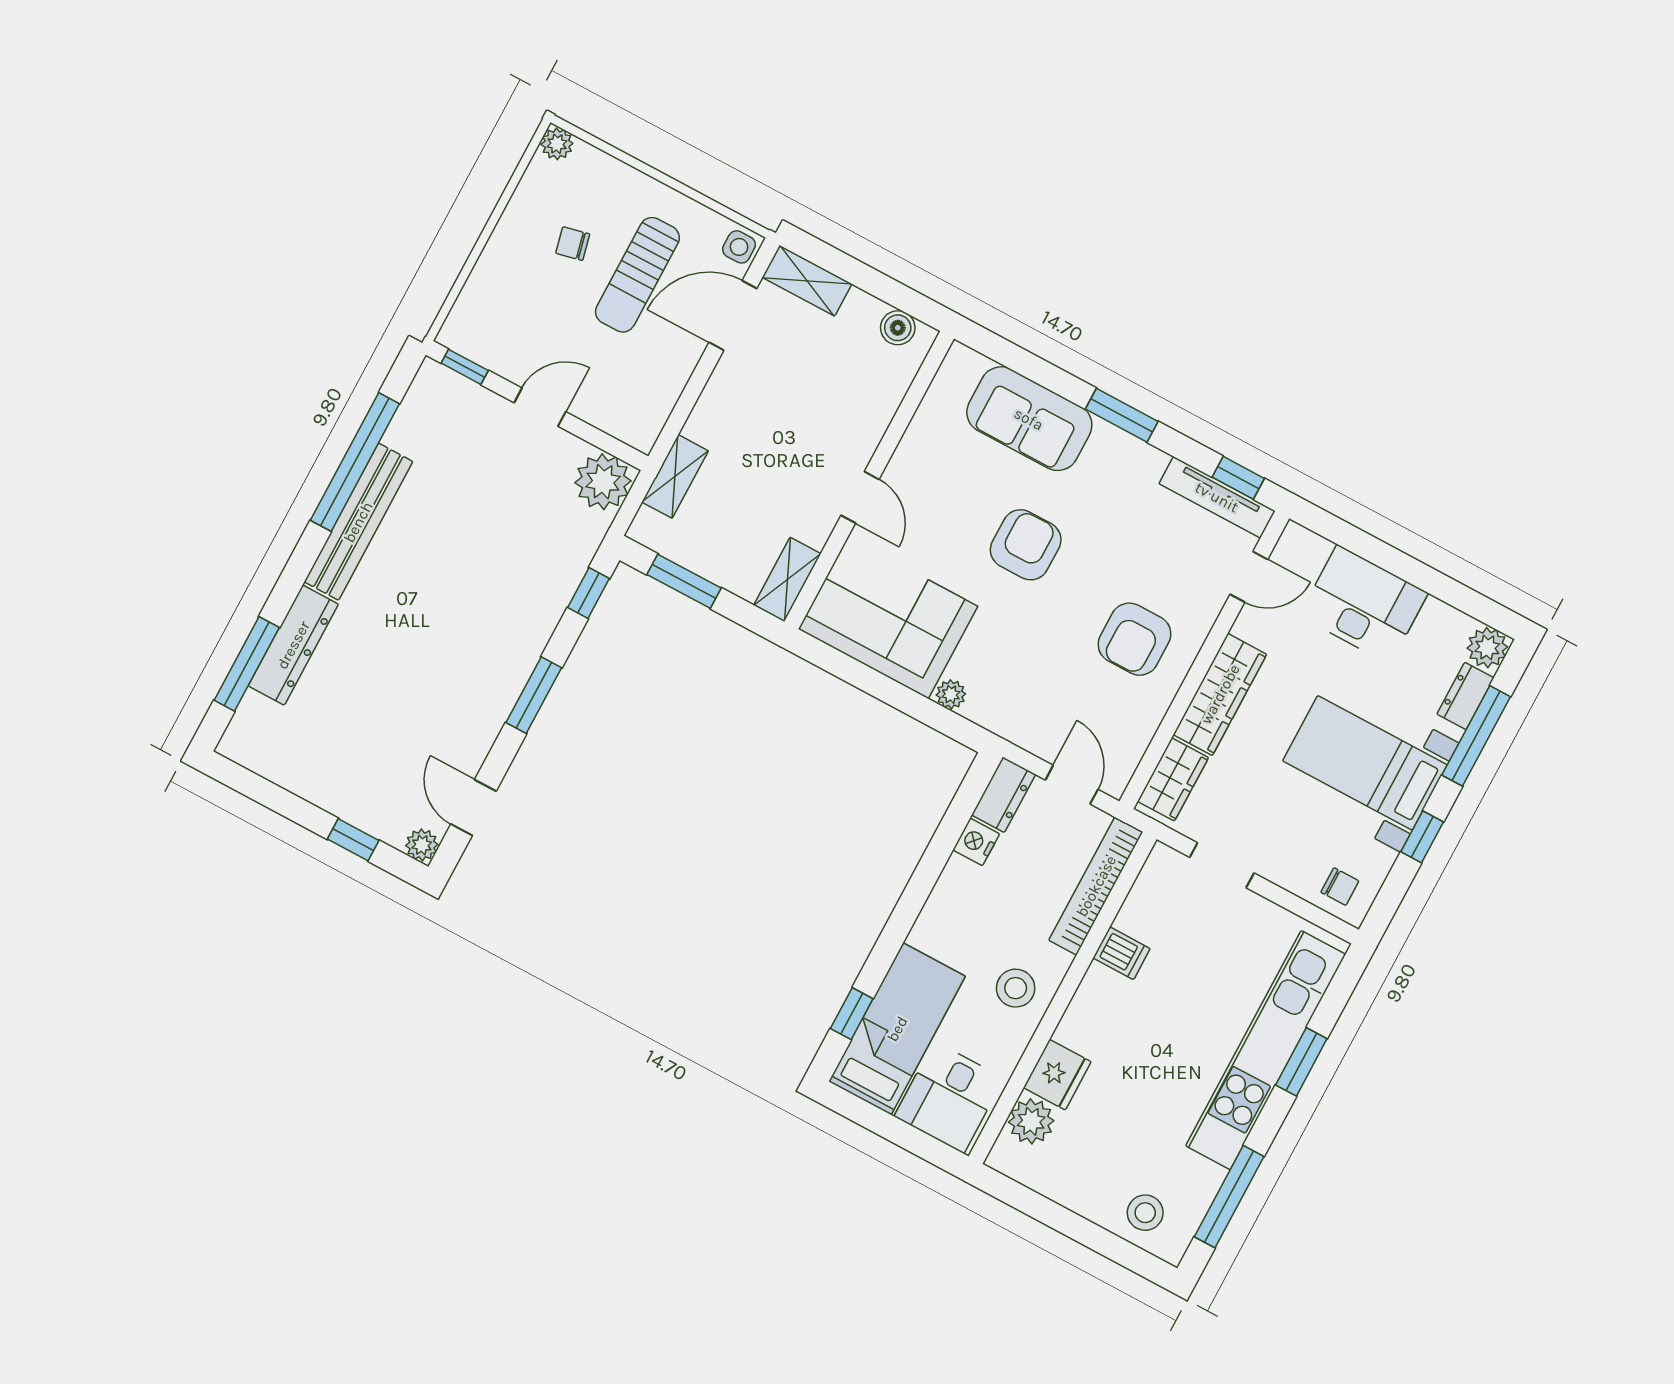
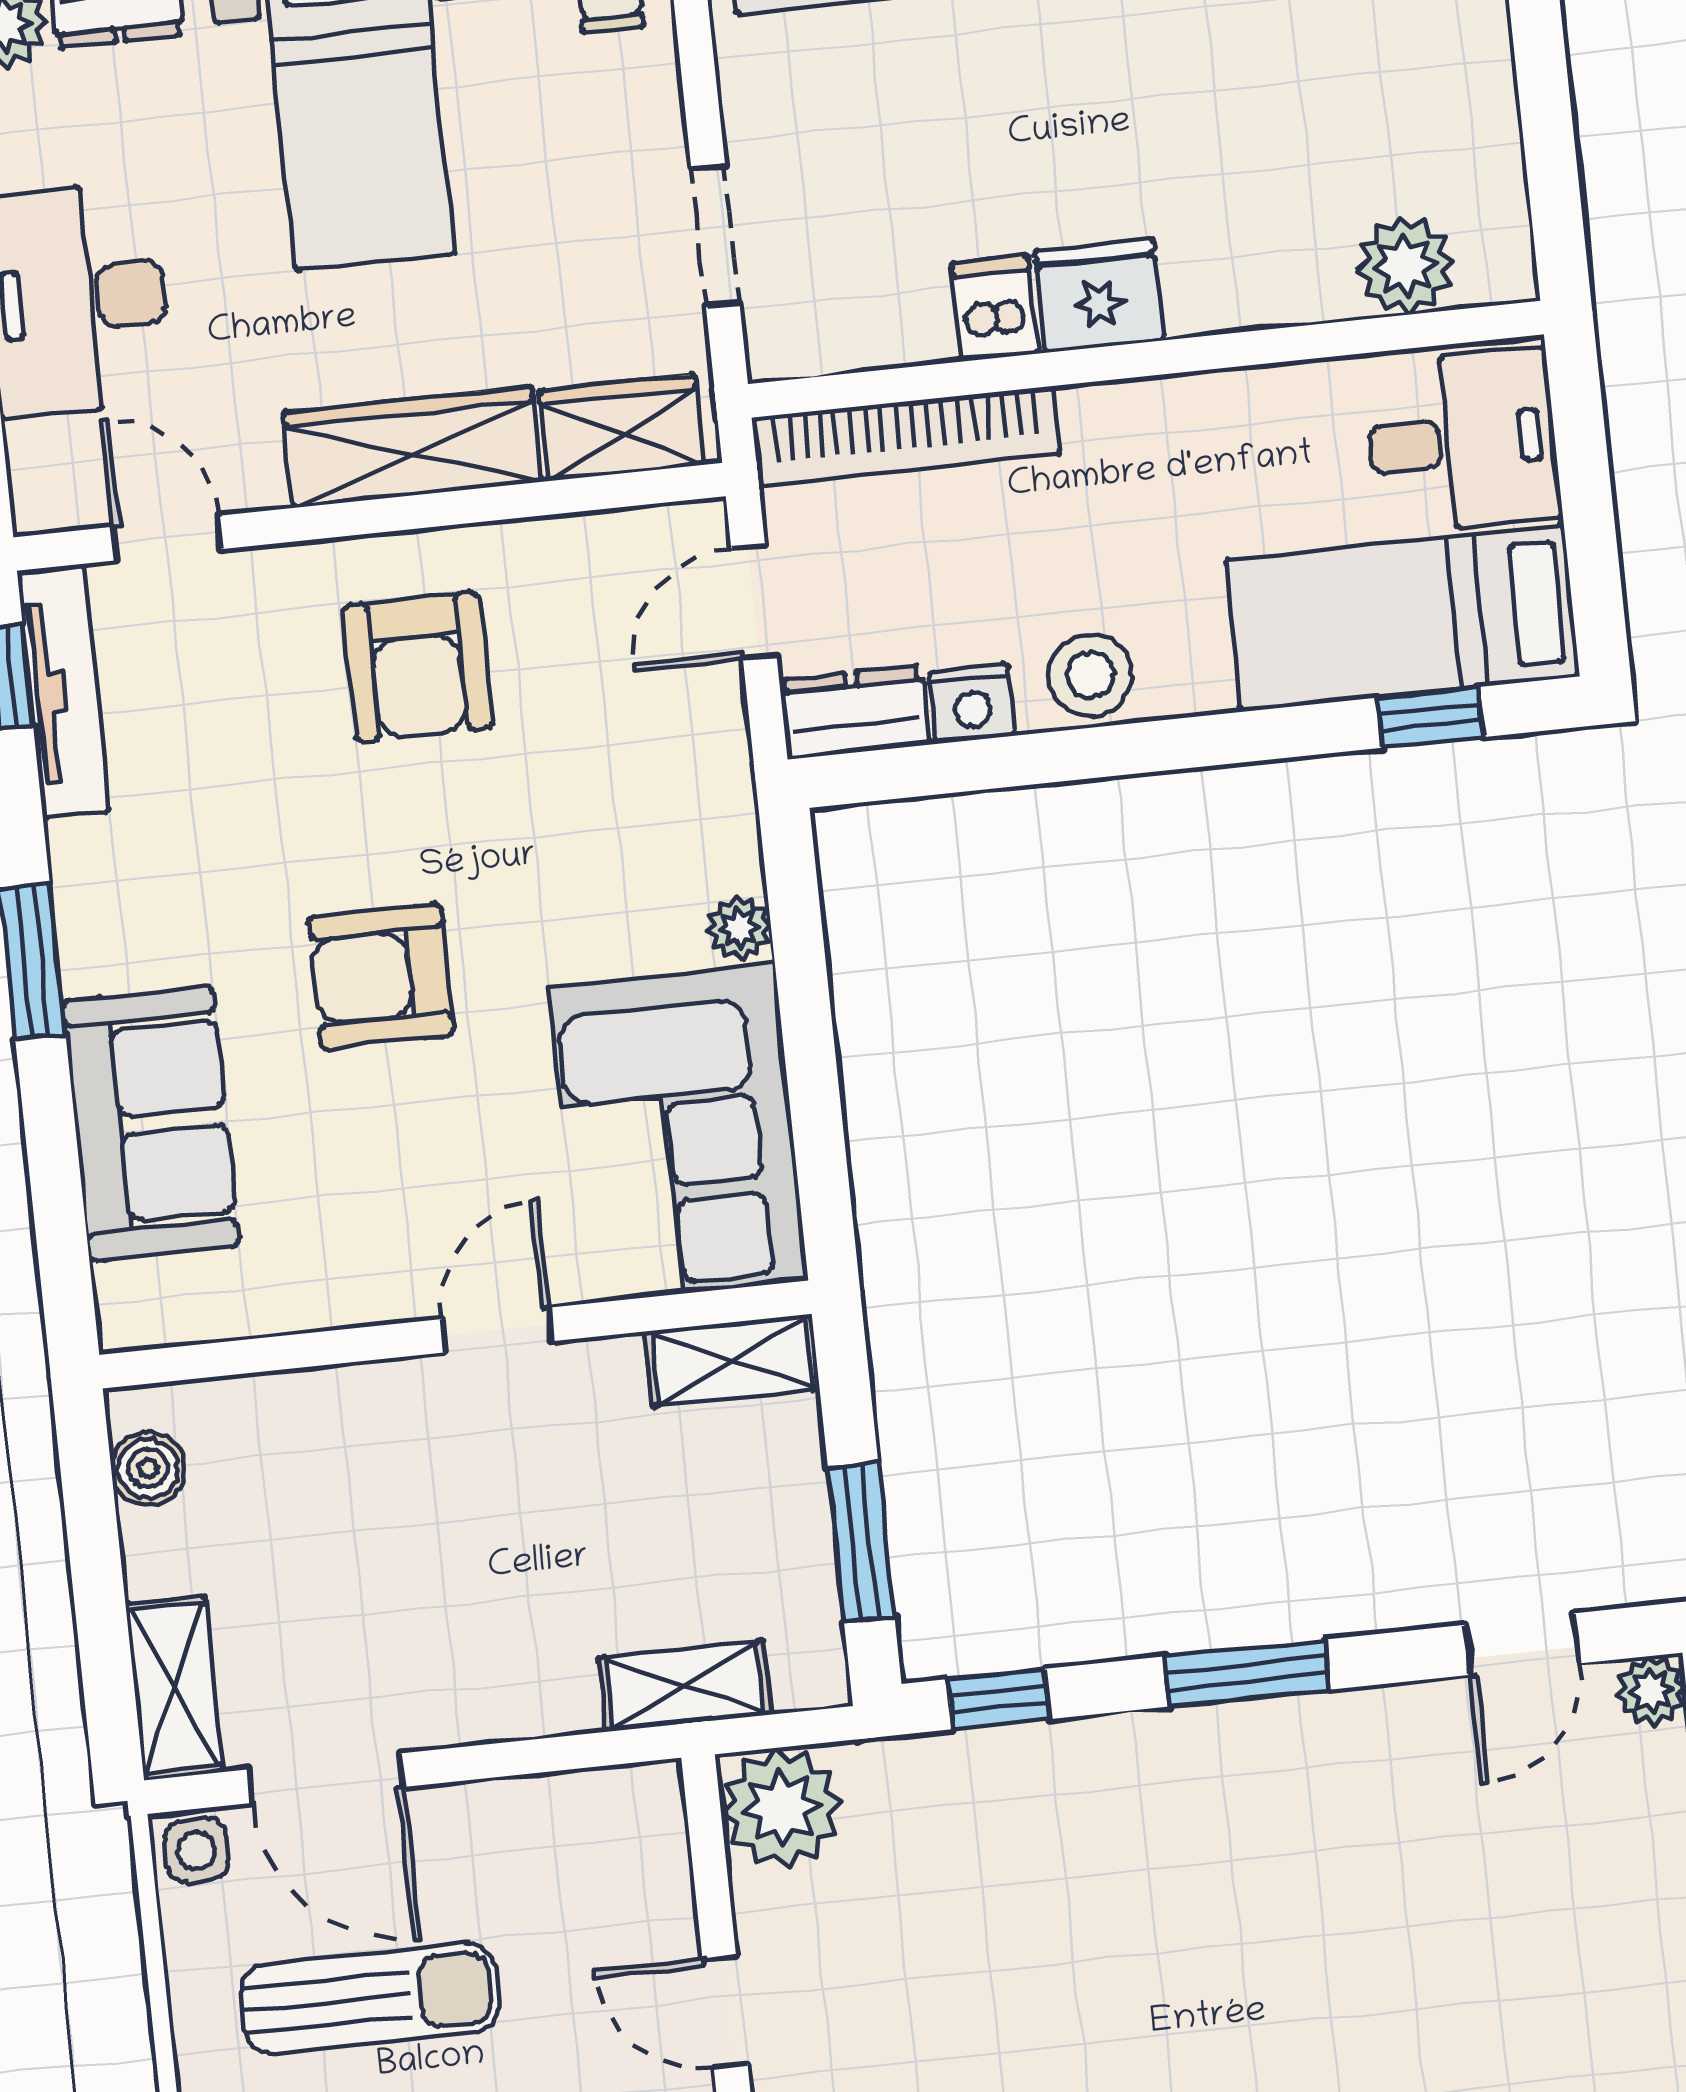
armchair: (1134, 639) -> (417, 667), turned 90
stool: (1016, 988) -> (1090, 675), moved
fridge: (1057, 1075) -> (1099, 296), moved

